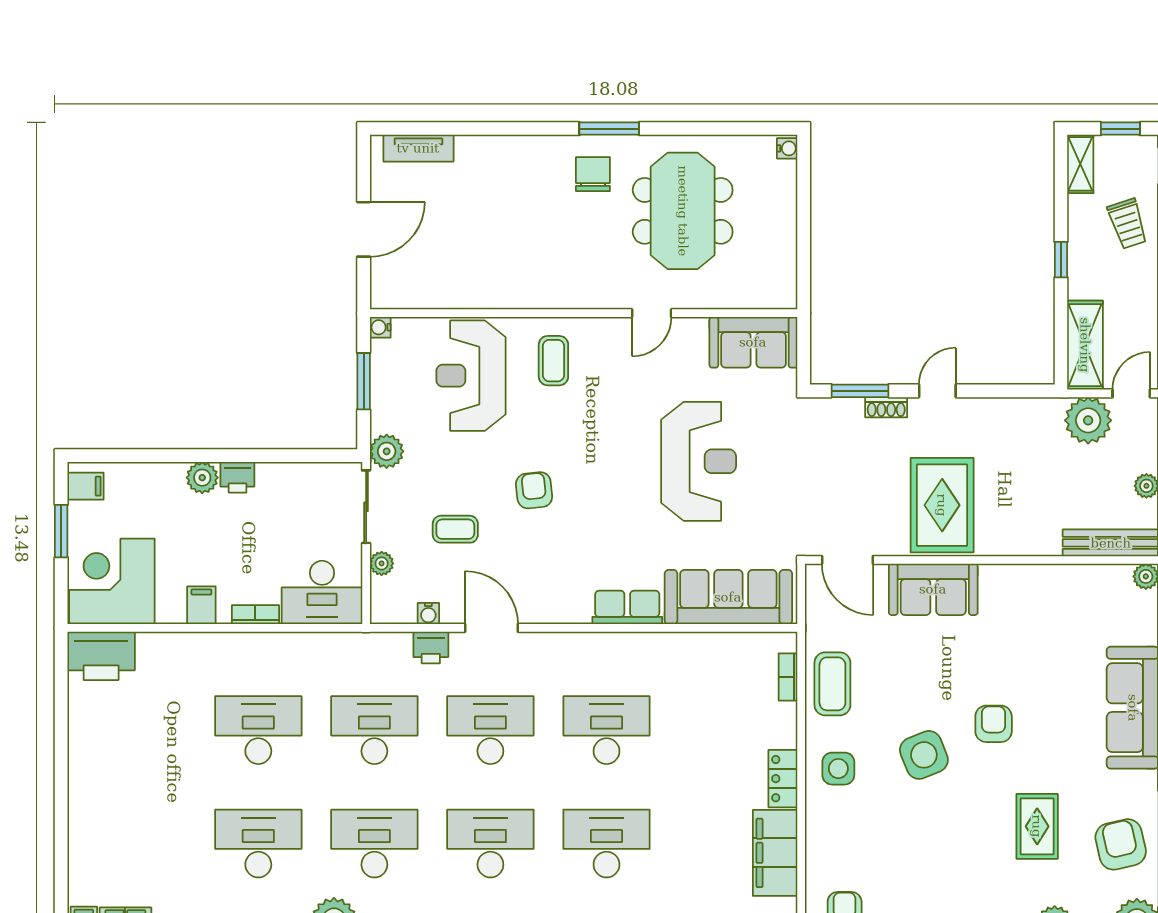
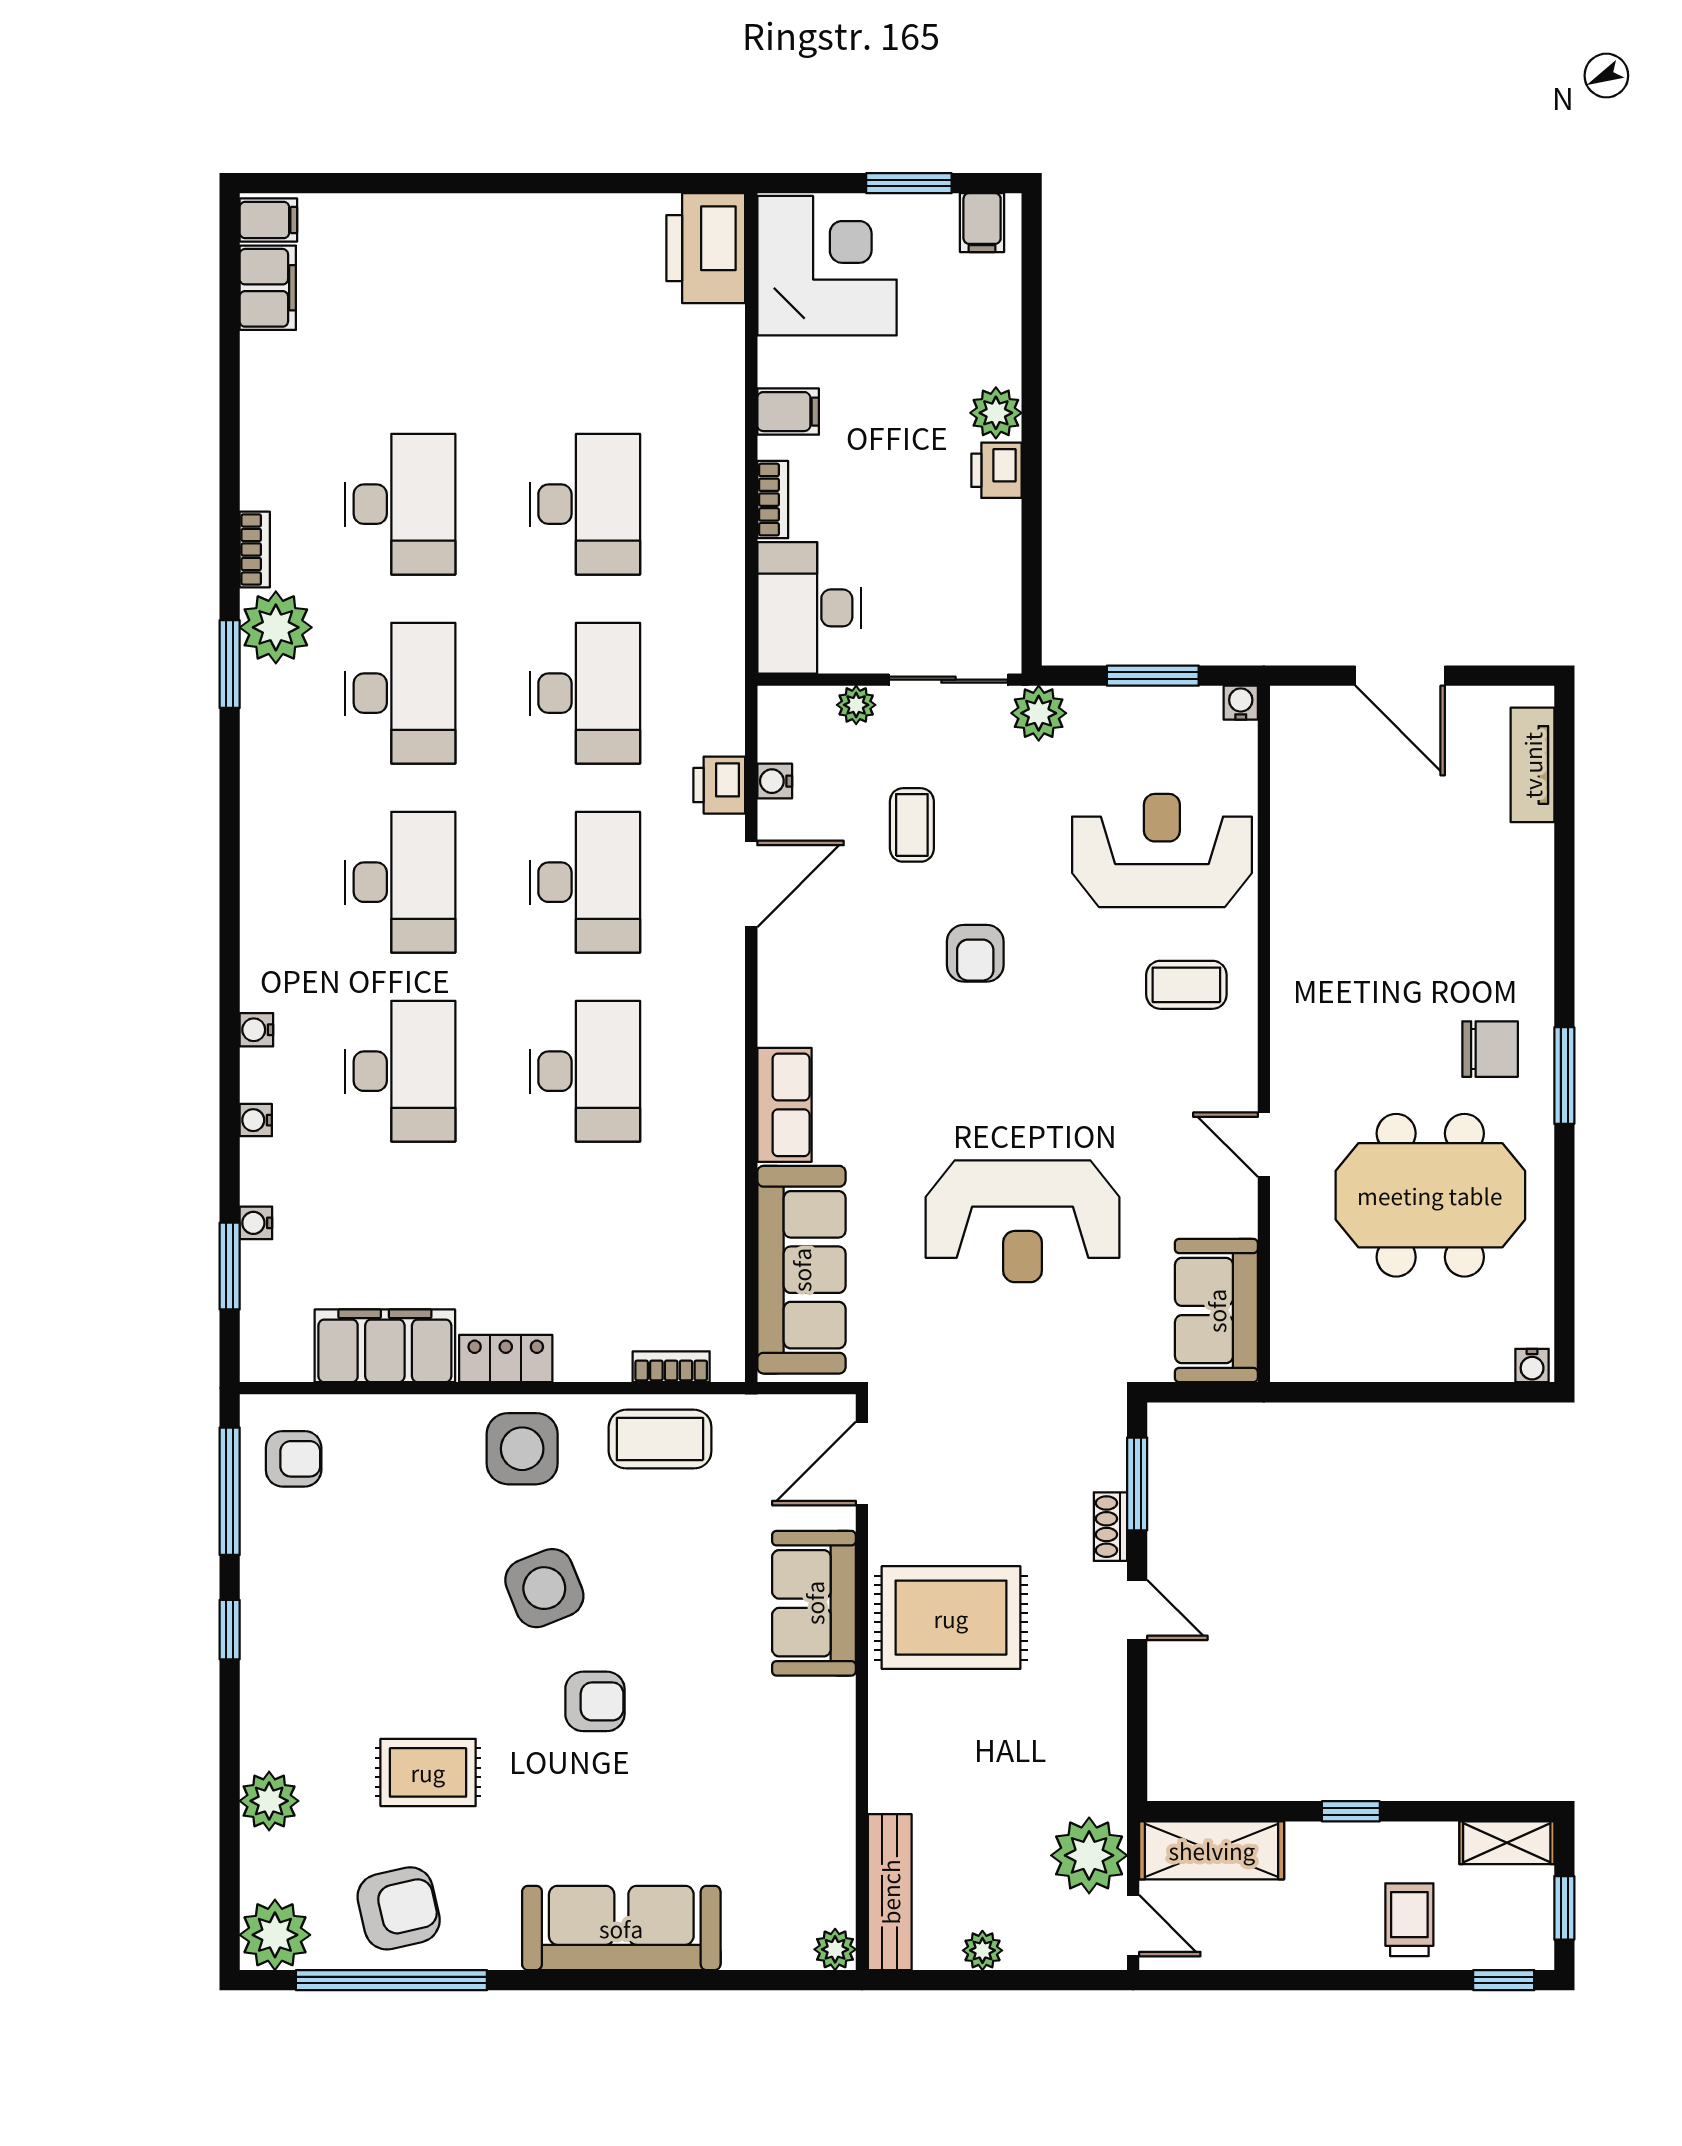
trolley: (1128, 224) -> (1409, 1920), turned 108
armchair: (534, 490) -> (975, 953), turned 96
side table: (838, 769) -> (522, 1449), width x1.37, depth x1.37

